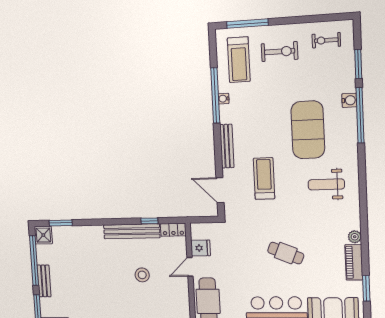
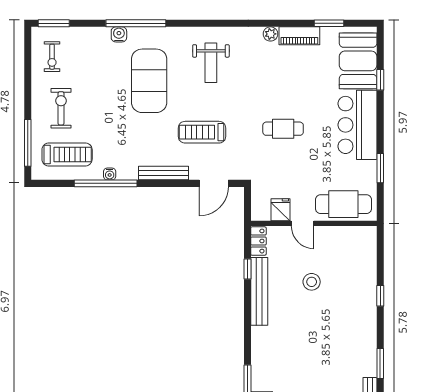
window: (358, 64) -> (54, 23), moved
exercise mat: (308, 130) -> (149, 81), turned 90
cafe table: (286, 253) -> (283, 129), moved, turned 68

